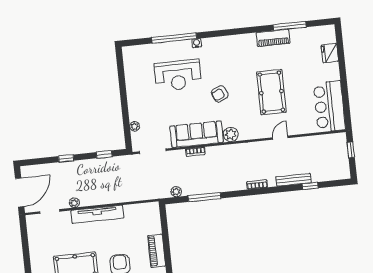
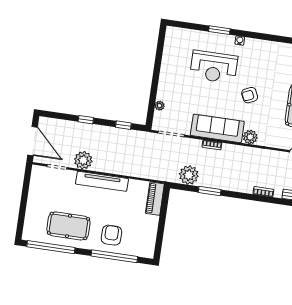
window: (174, 38) -> (219, 30), width x0.47
door: (20, 192) -> (33, 141), hinge flipped
plant: (176, 192) -> (189, 175), width x1.88, depth x1.88
window: (205, 197) -> (210, 191), width x0.69
plant: (74, 203) -> (83, 160), width x1.88, depth x1.88
piano: (157, 251) -> (155, 199), moved

